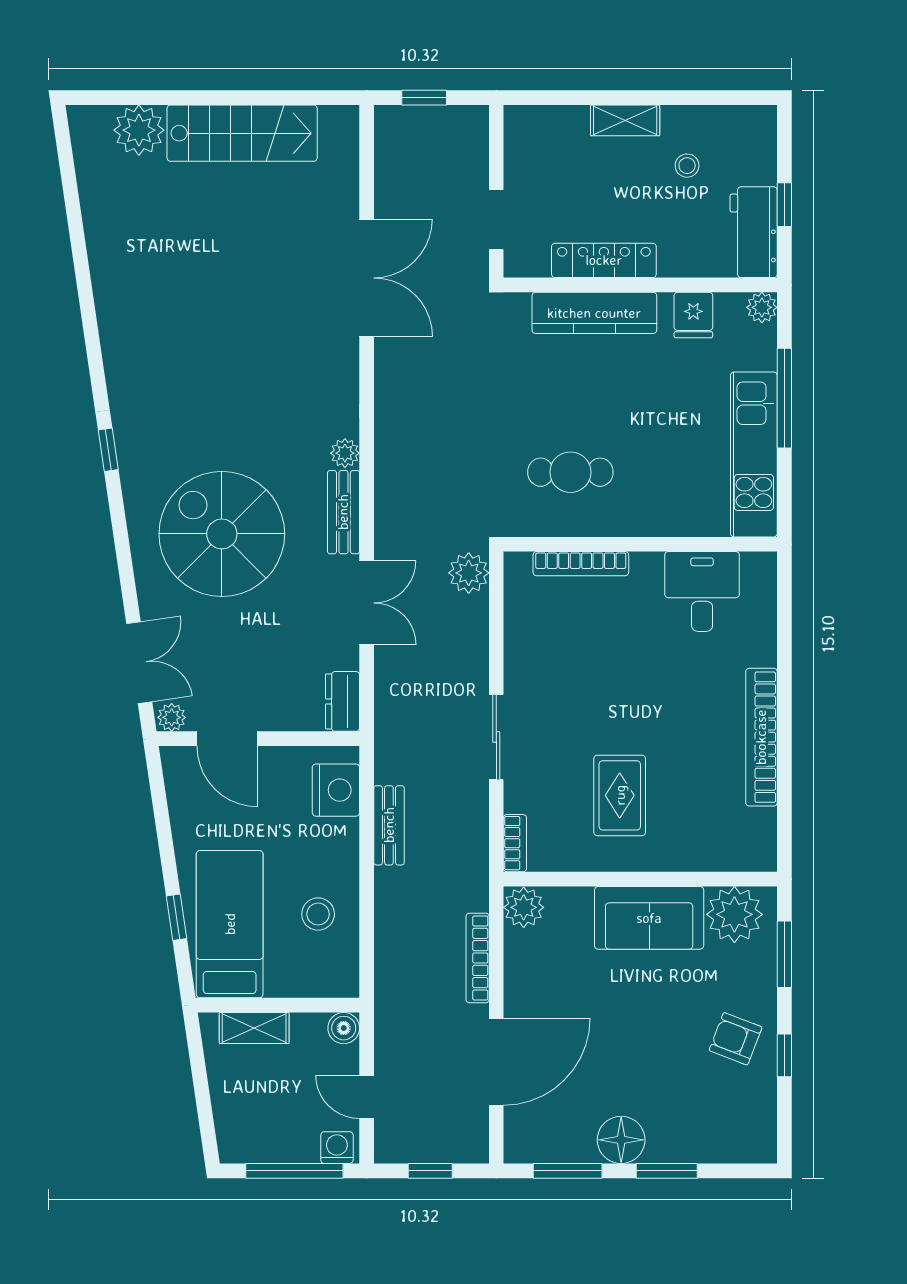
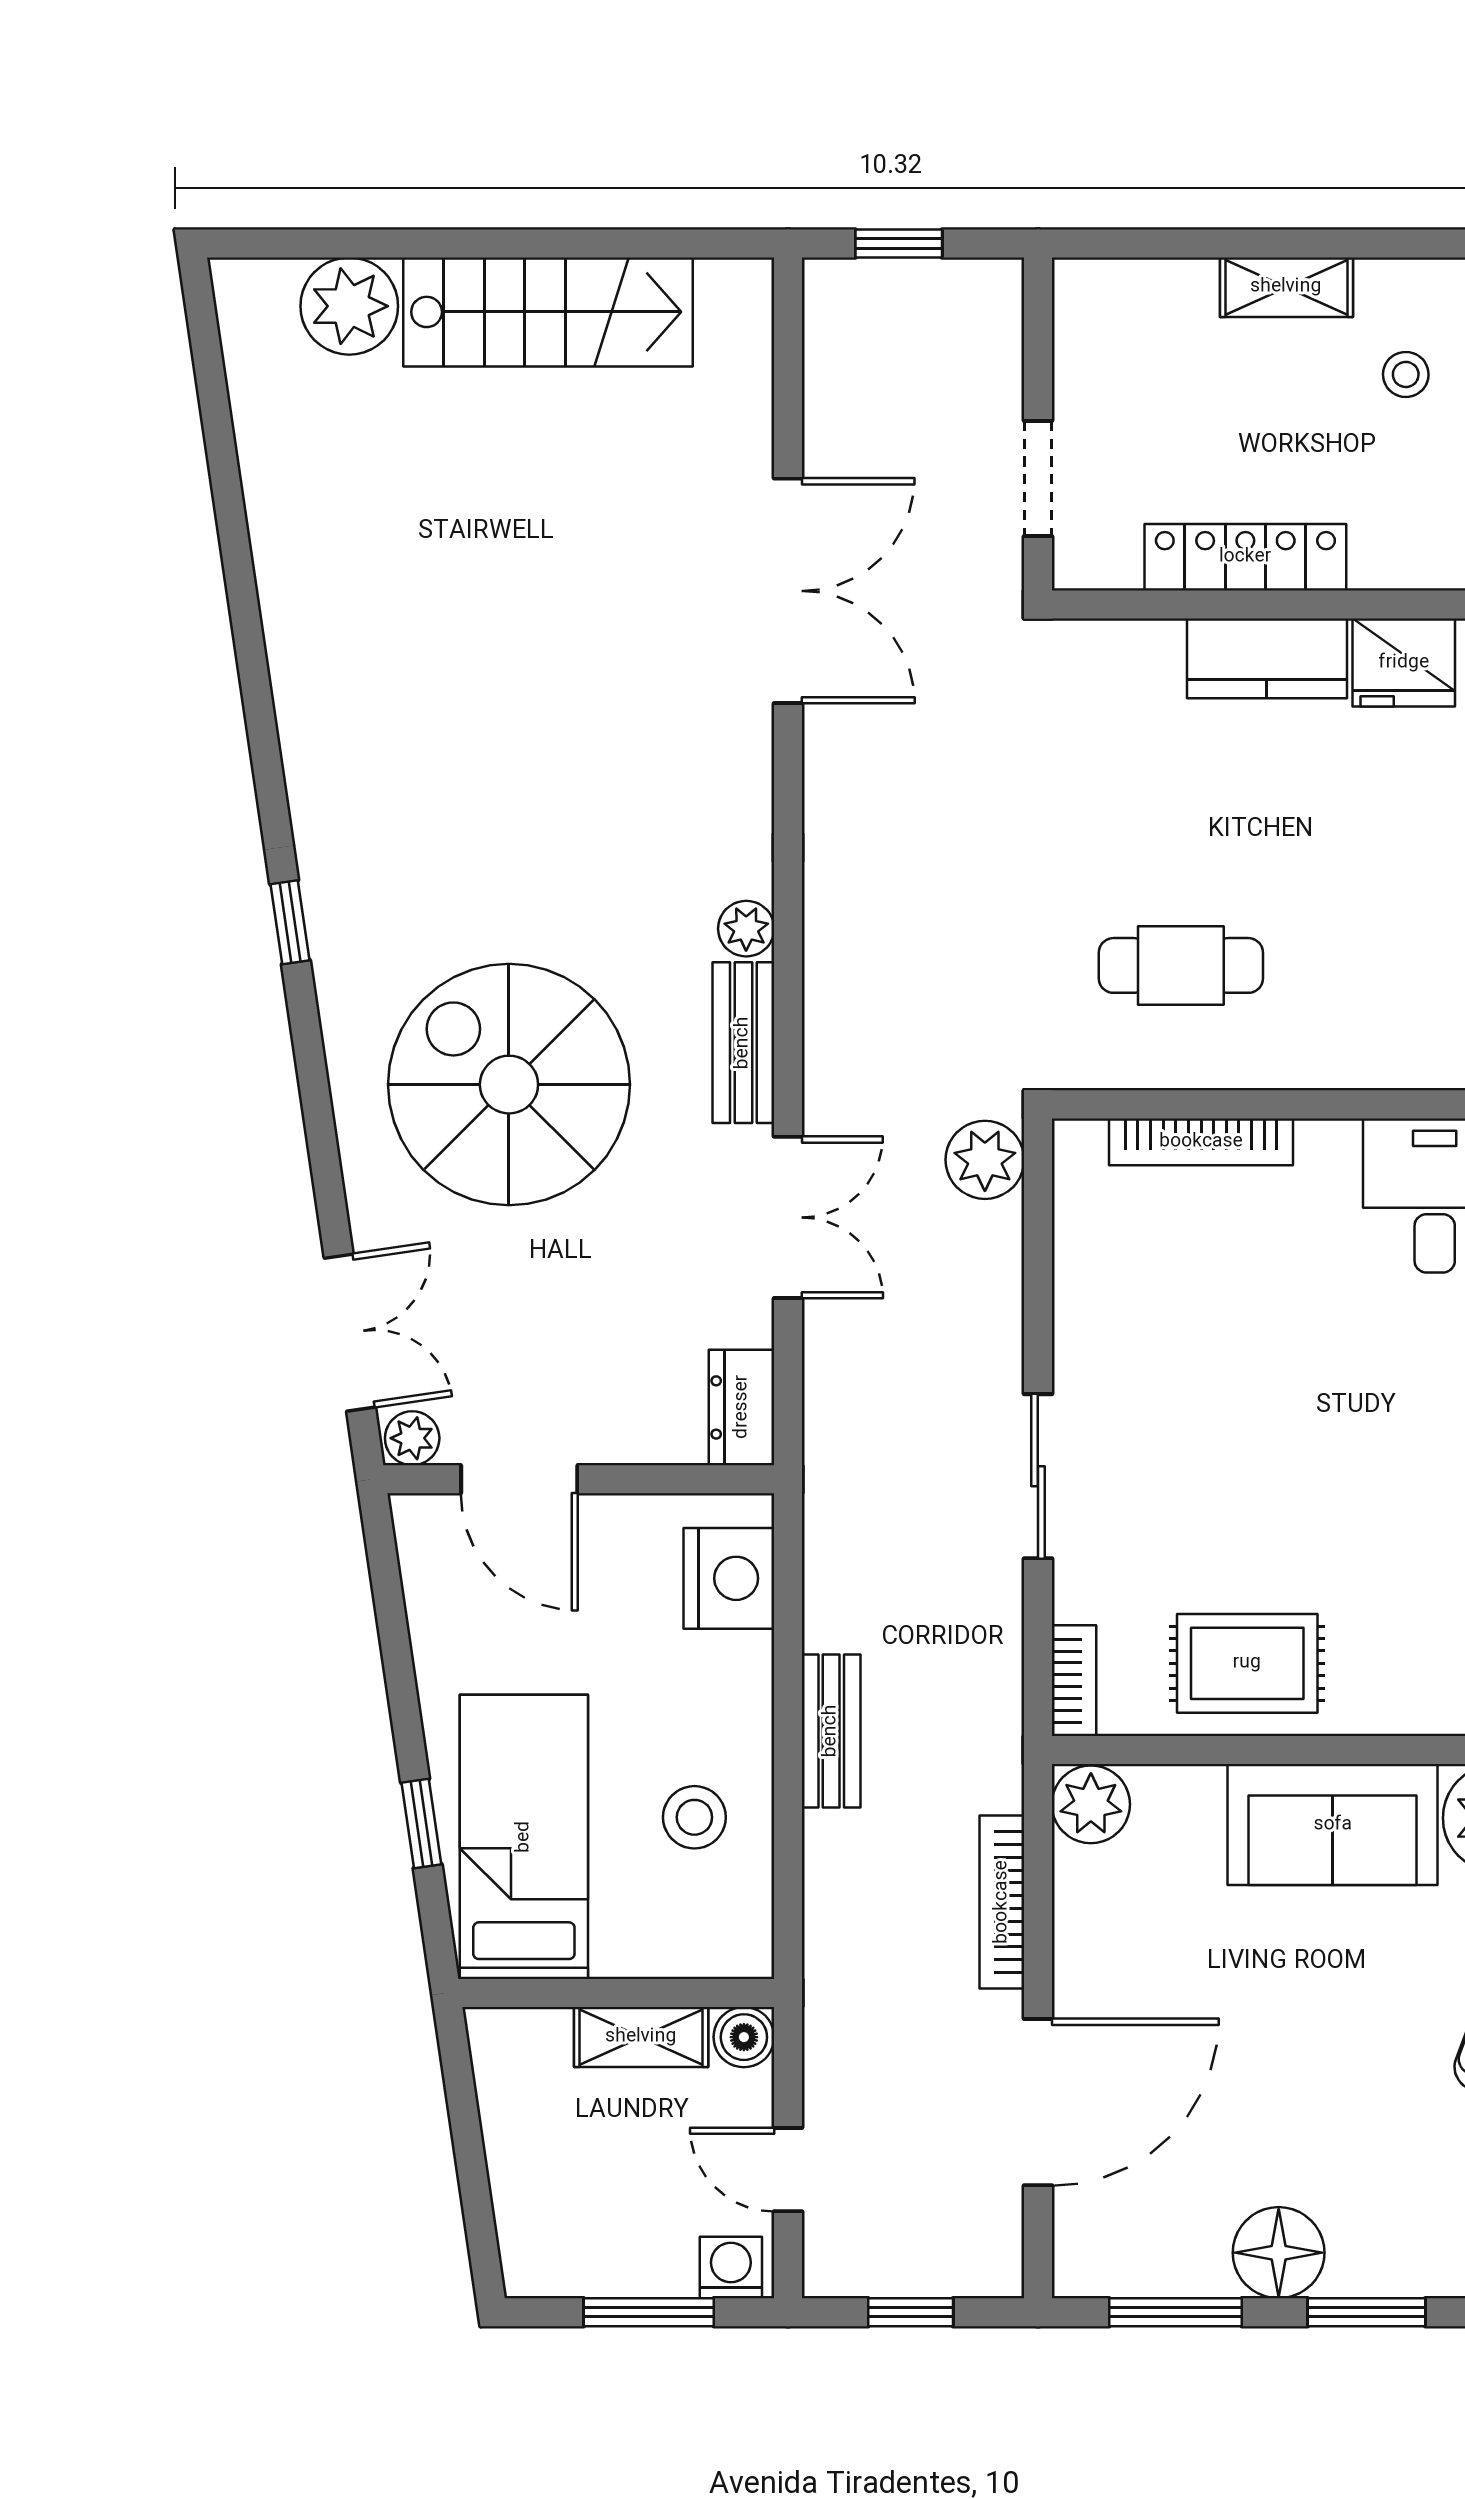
kitchen counter: (594, 313) -> (1267, 658), width x0.67
fridge: (693, 315) -> (1404, 663), width x1.38
rug: (620, 795) -> (1247, 1663), moved, turned 90
bench: (389, 825) -> (831, 1731), moved
shelving: (254, 1028) -> (641, 2037), moved
window: (294, 1171) -> (649, 2312), width x0.69

